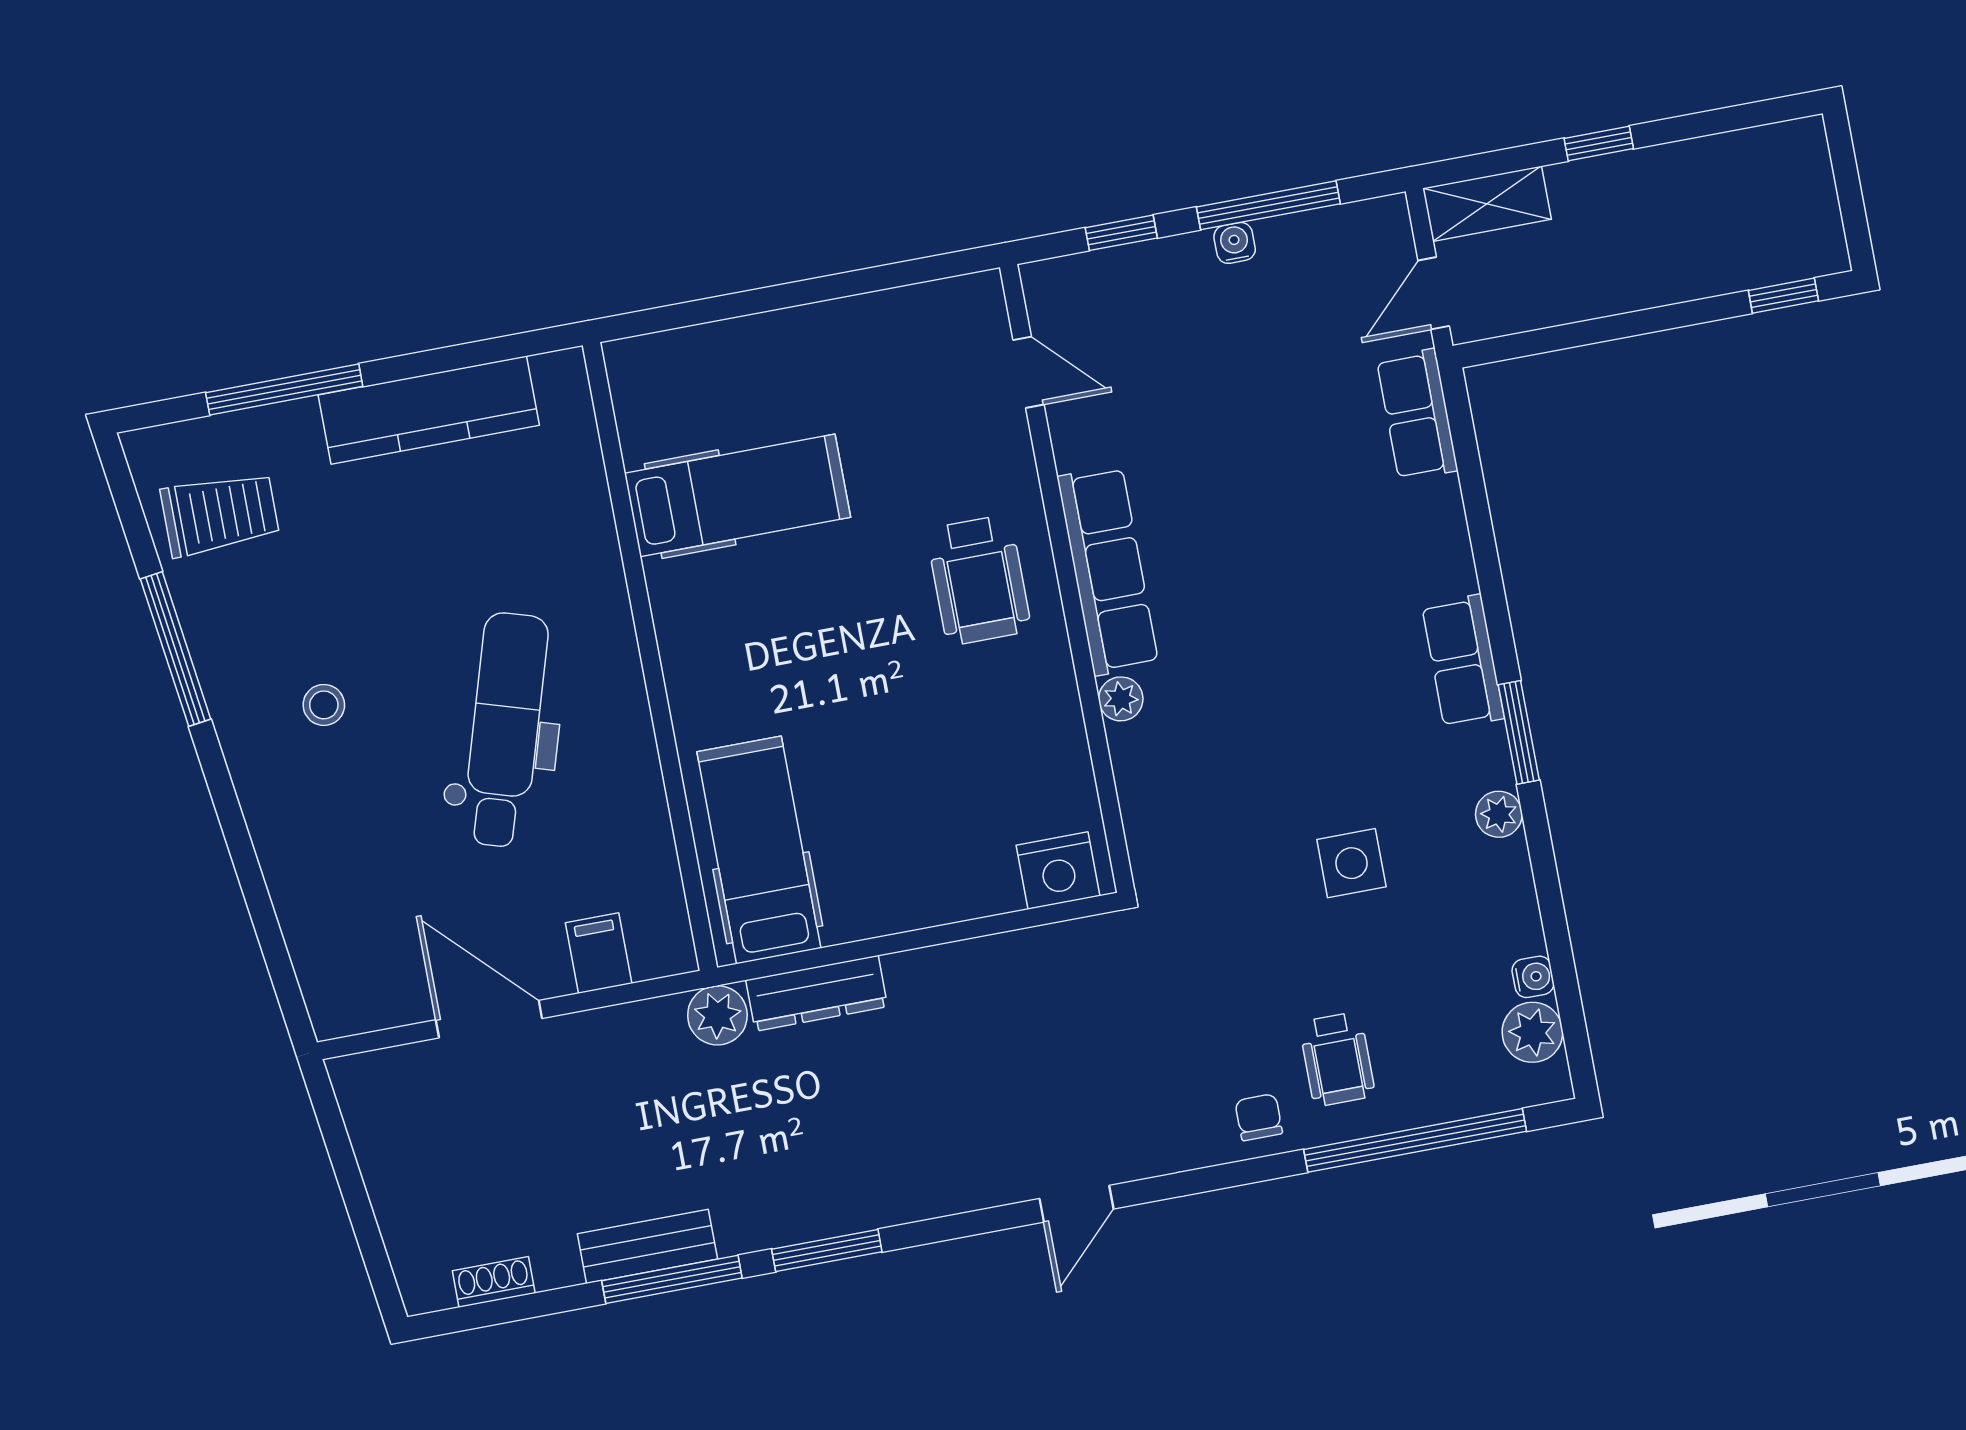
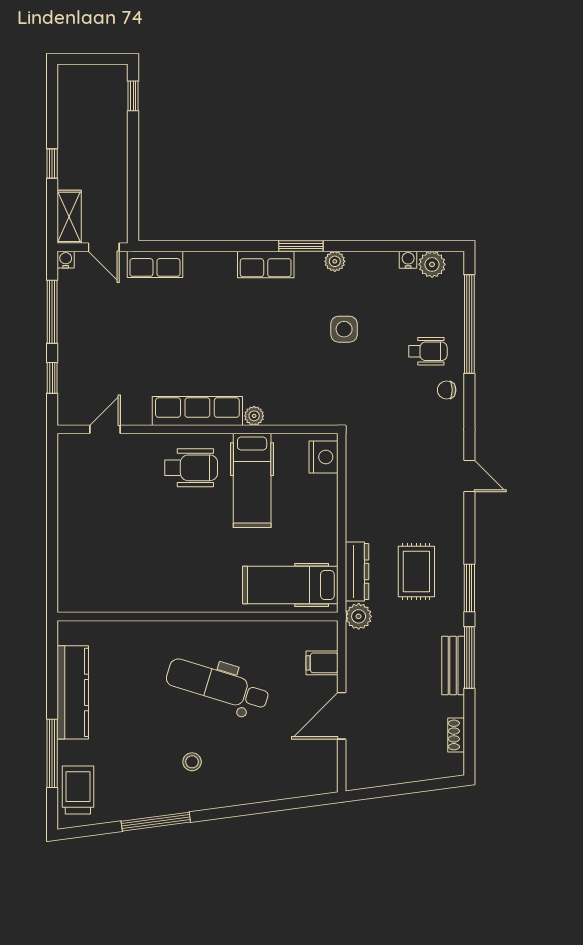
water cooler: (1235, 243) -> (66, 260), moved, turned 90
hospital bed: (737, 495) -> (252, 480), moved, turned 180
trolley: (220, 514) -> (78, 790), moved
rug: (841, 1125) -> (416, 572), added

